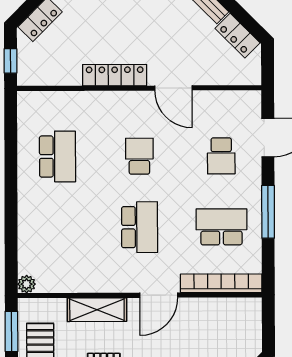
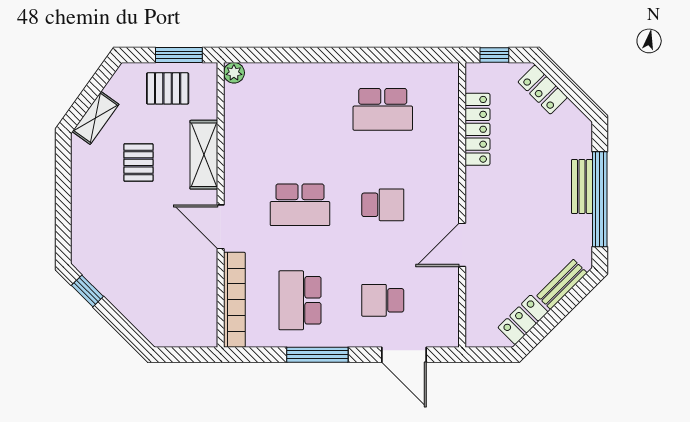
locker: (115, 75) -> (477, 129), moved
school desk: (221, 227) -> (300, 300), turned 180

